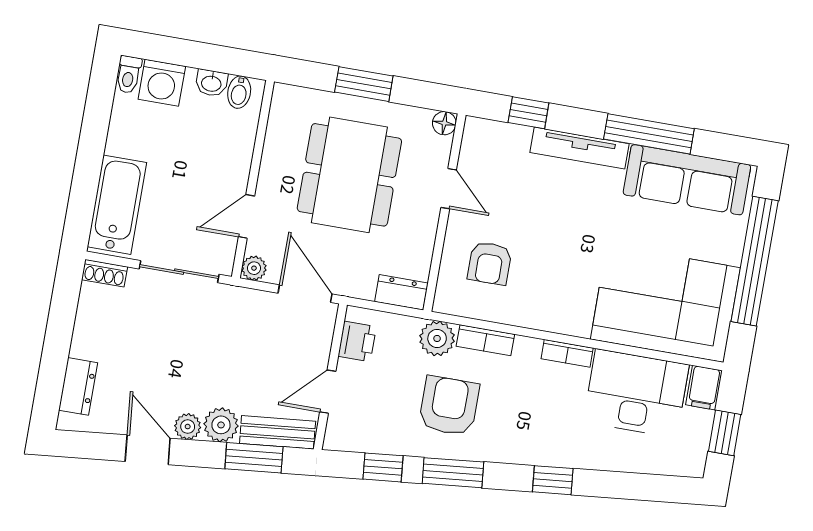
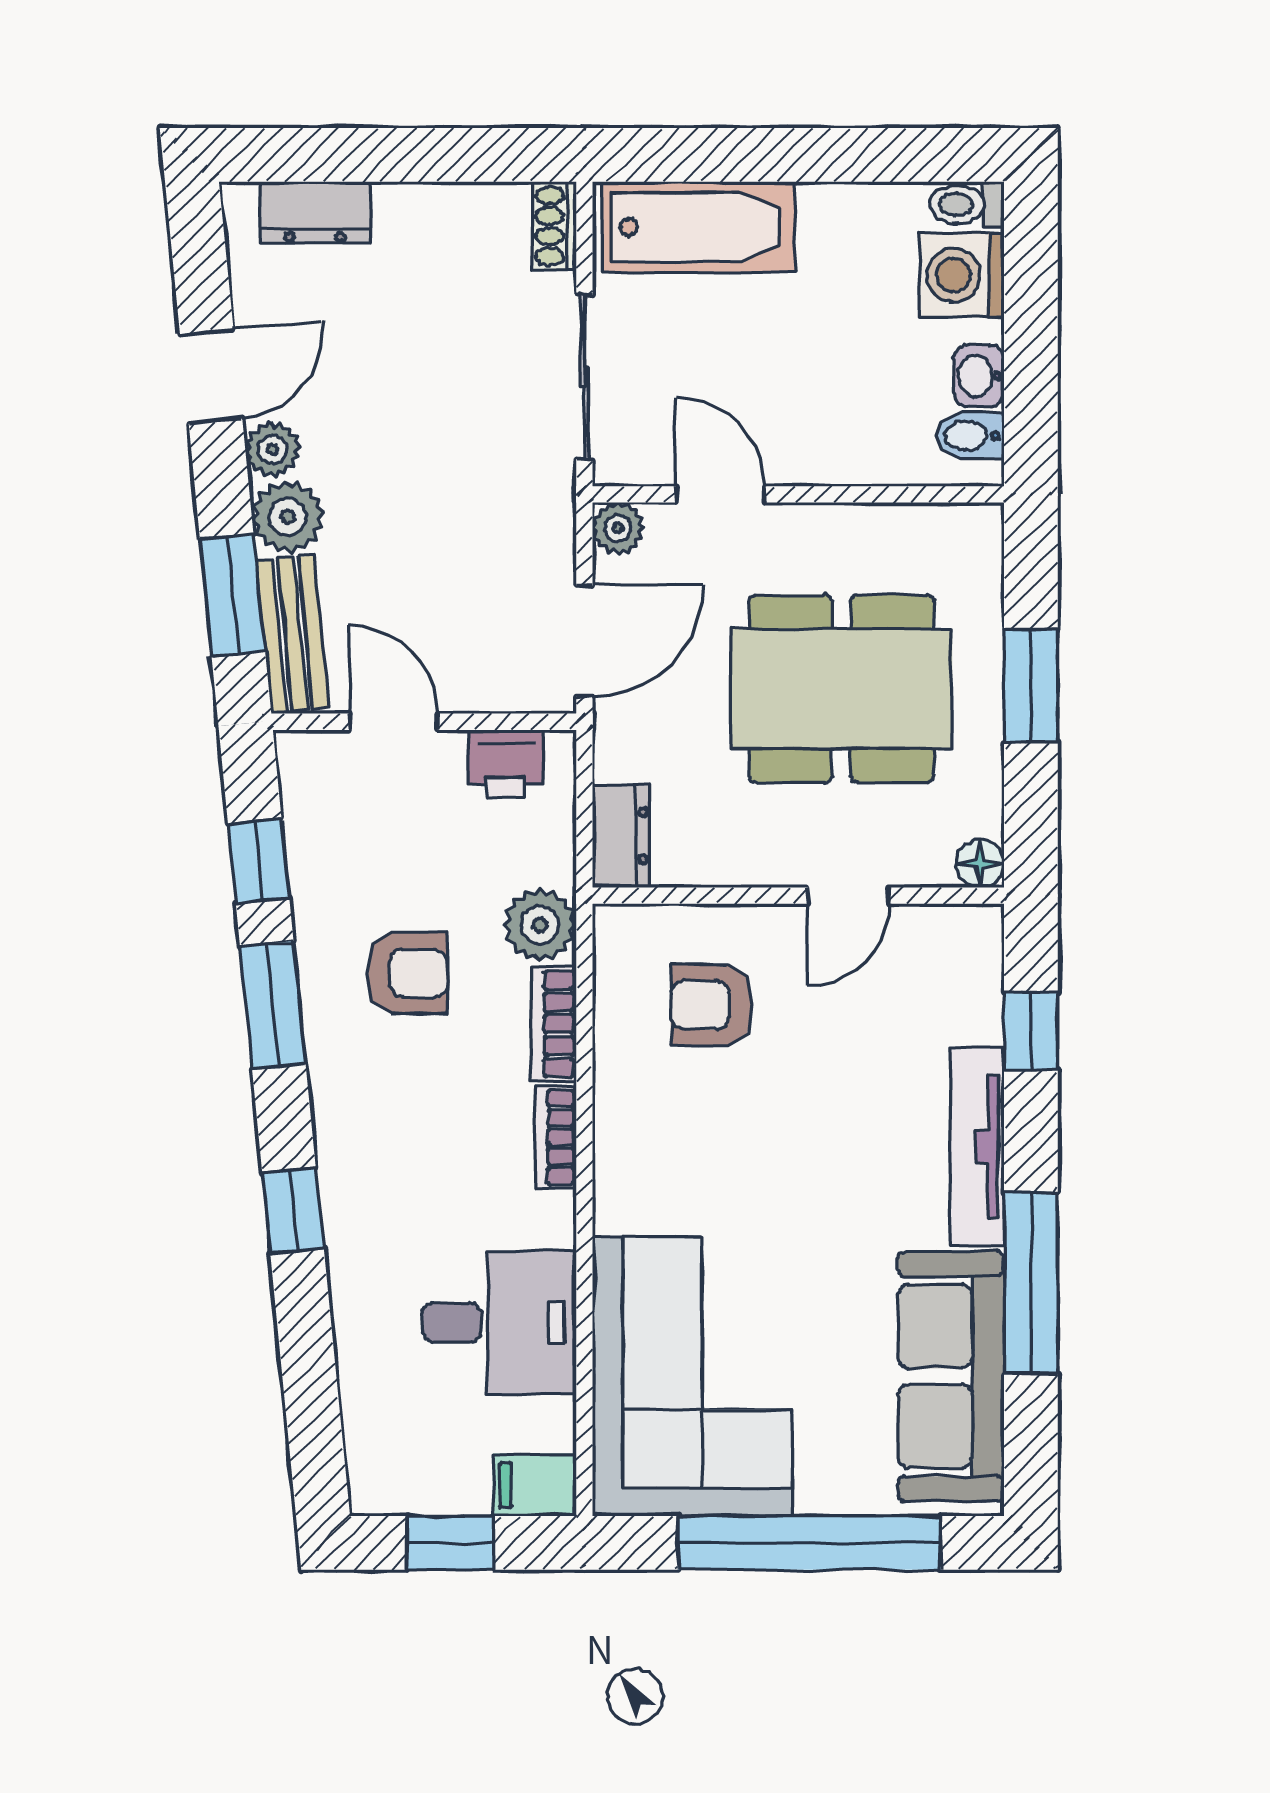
bookcase: (567, 353) -> (556, 1137), moved
desk: (636, 393) -> (499, 1322), width x0.73
armchair: (449, 406) -> (407, 973), width x0.72, depth x0.72

